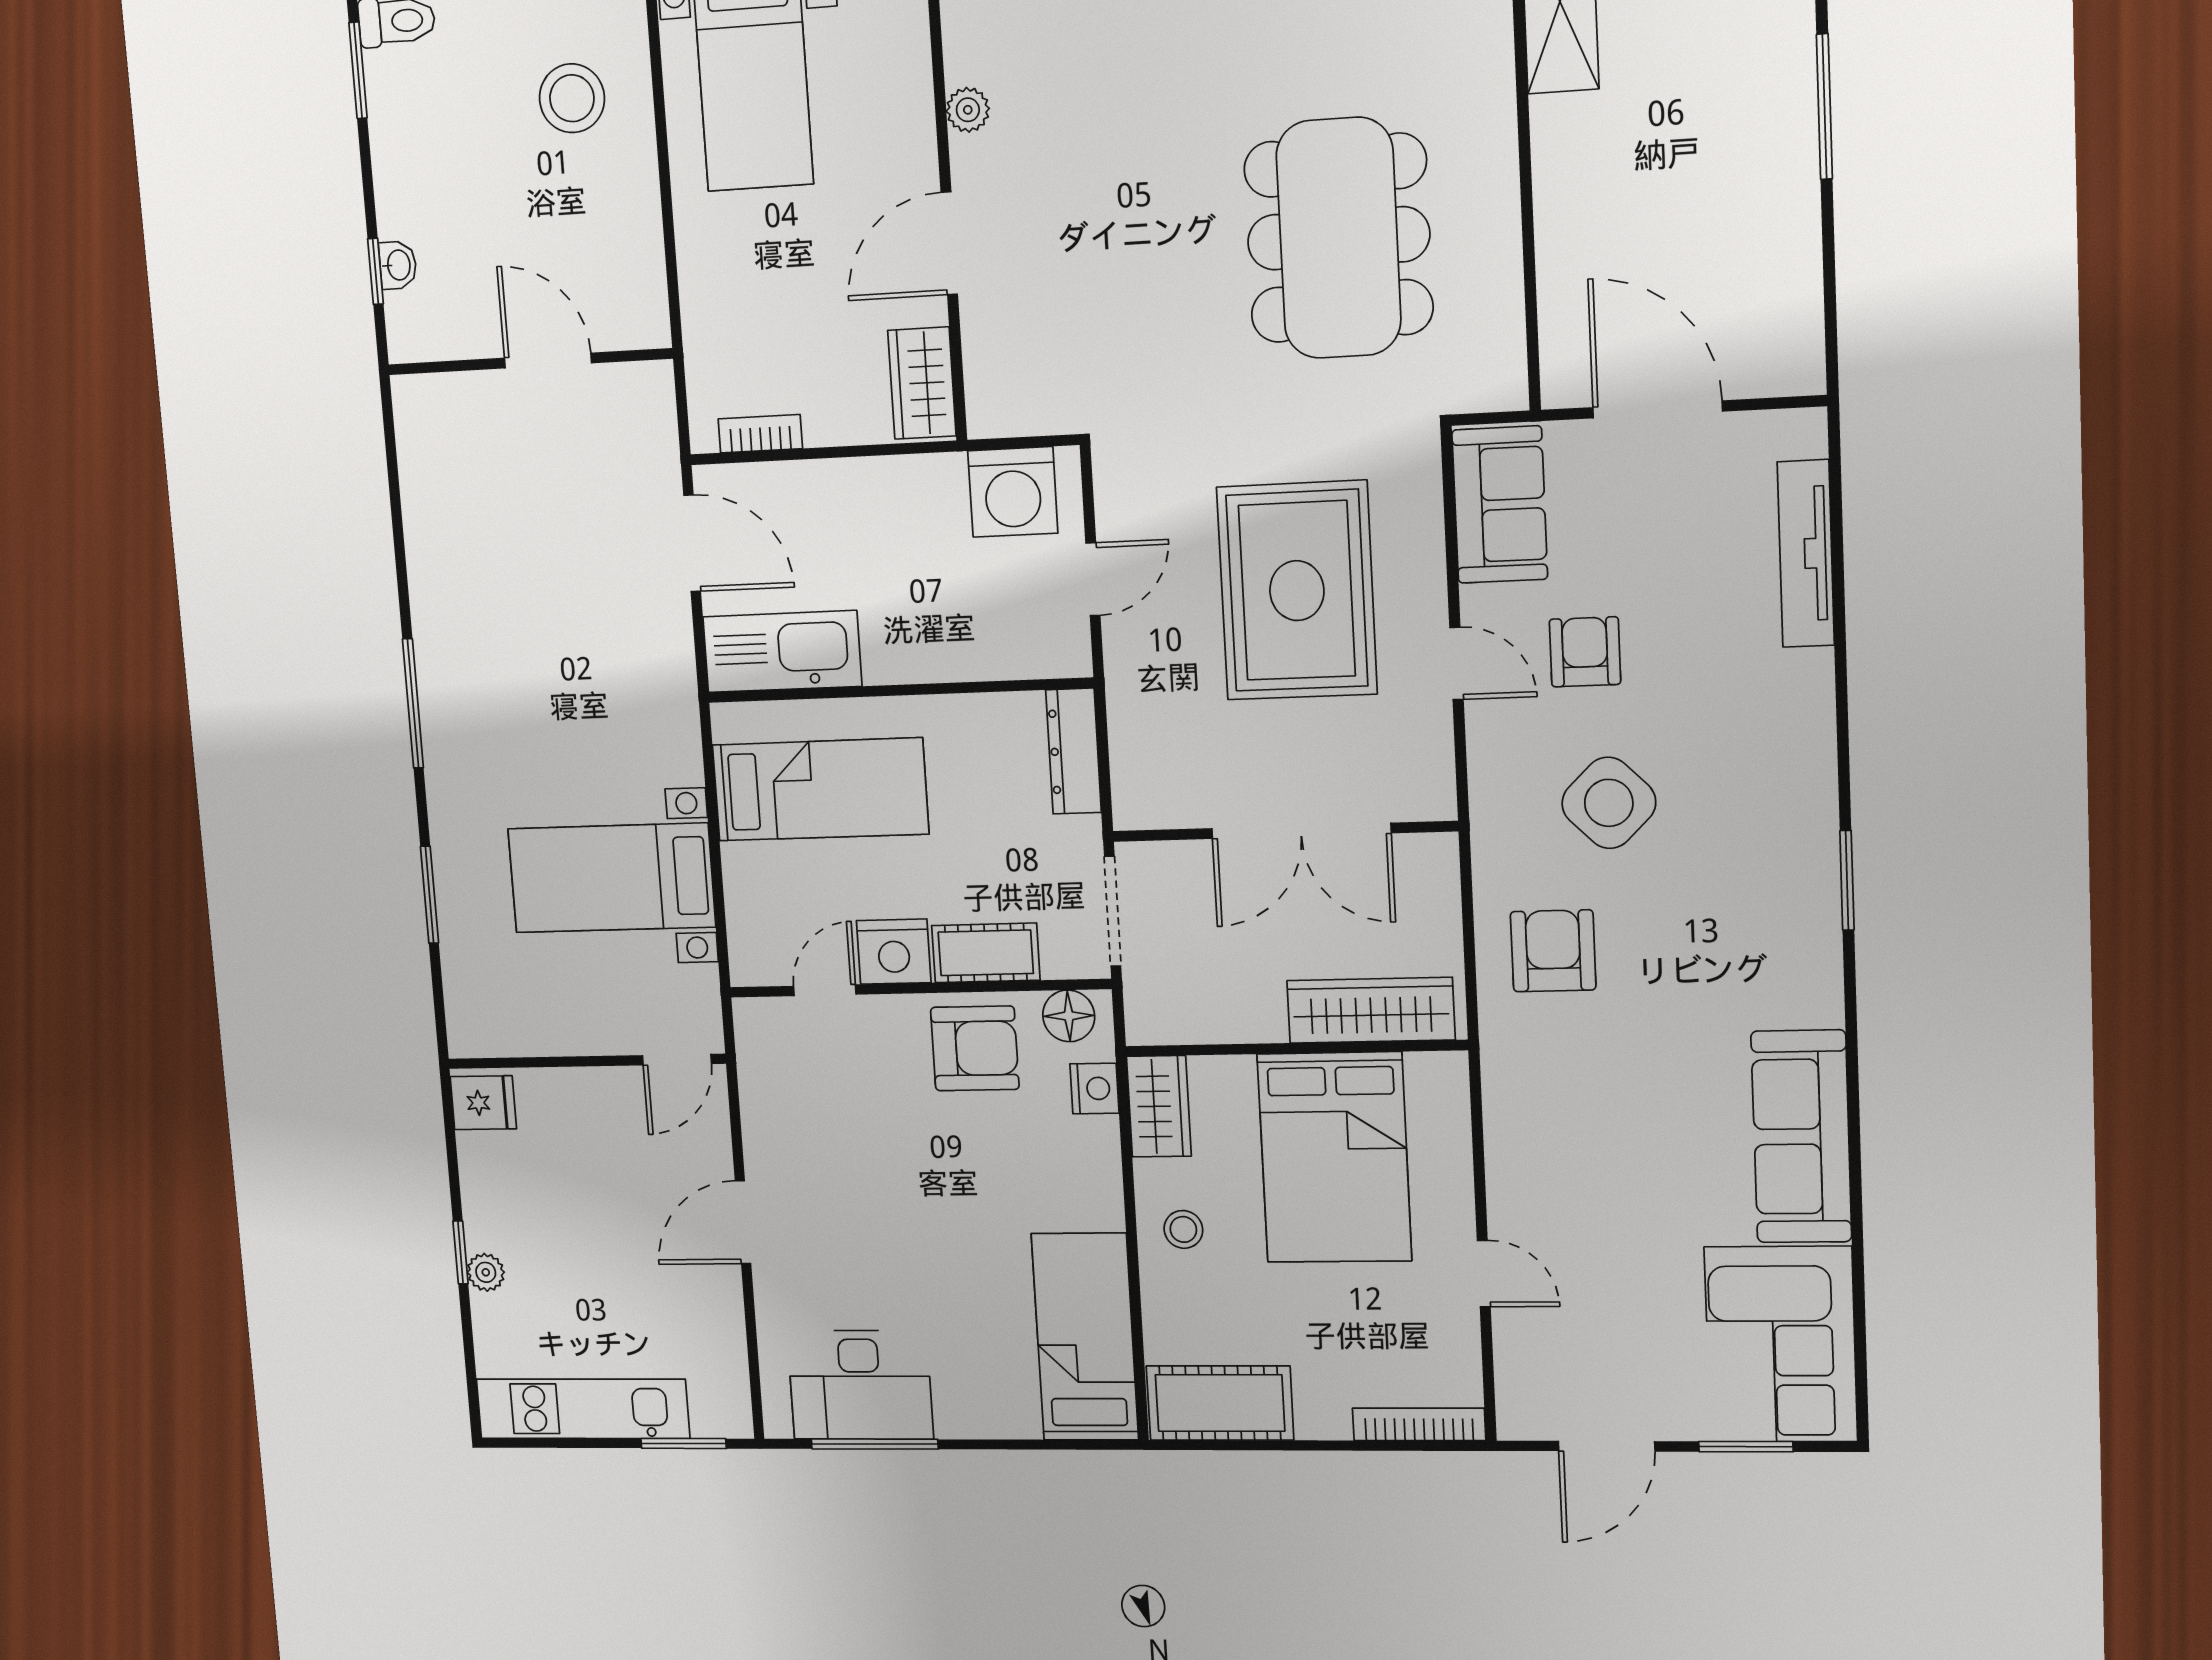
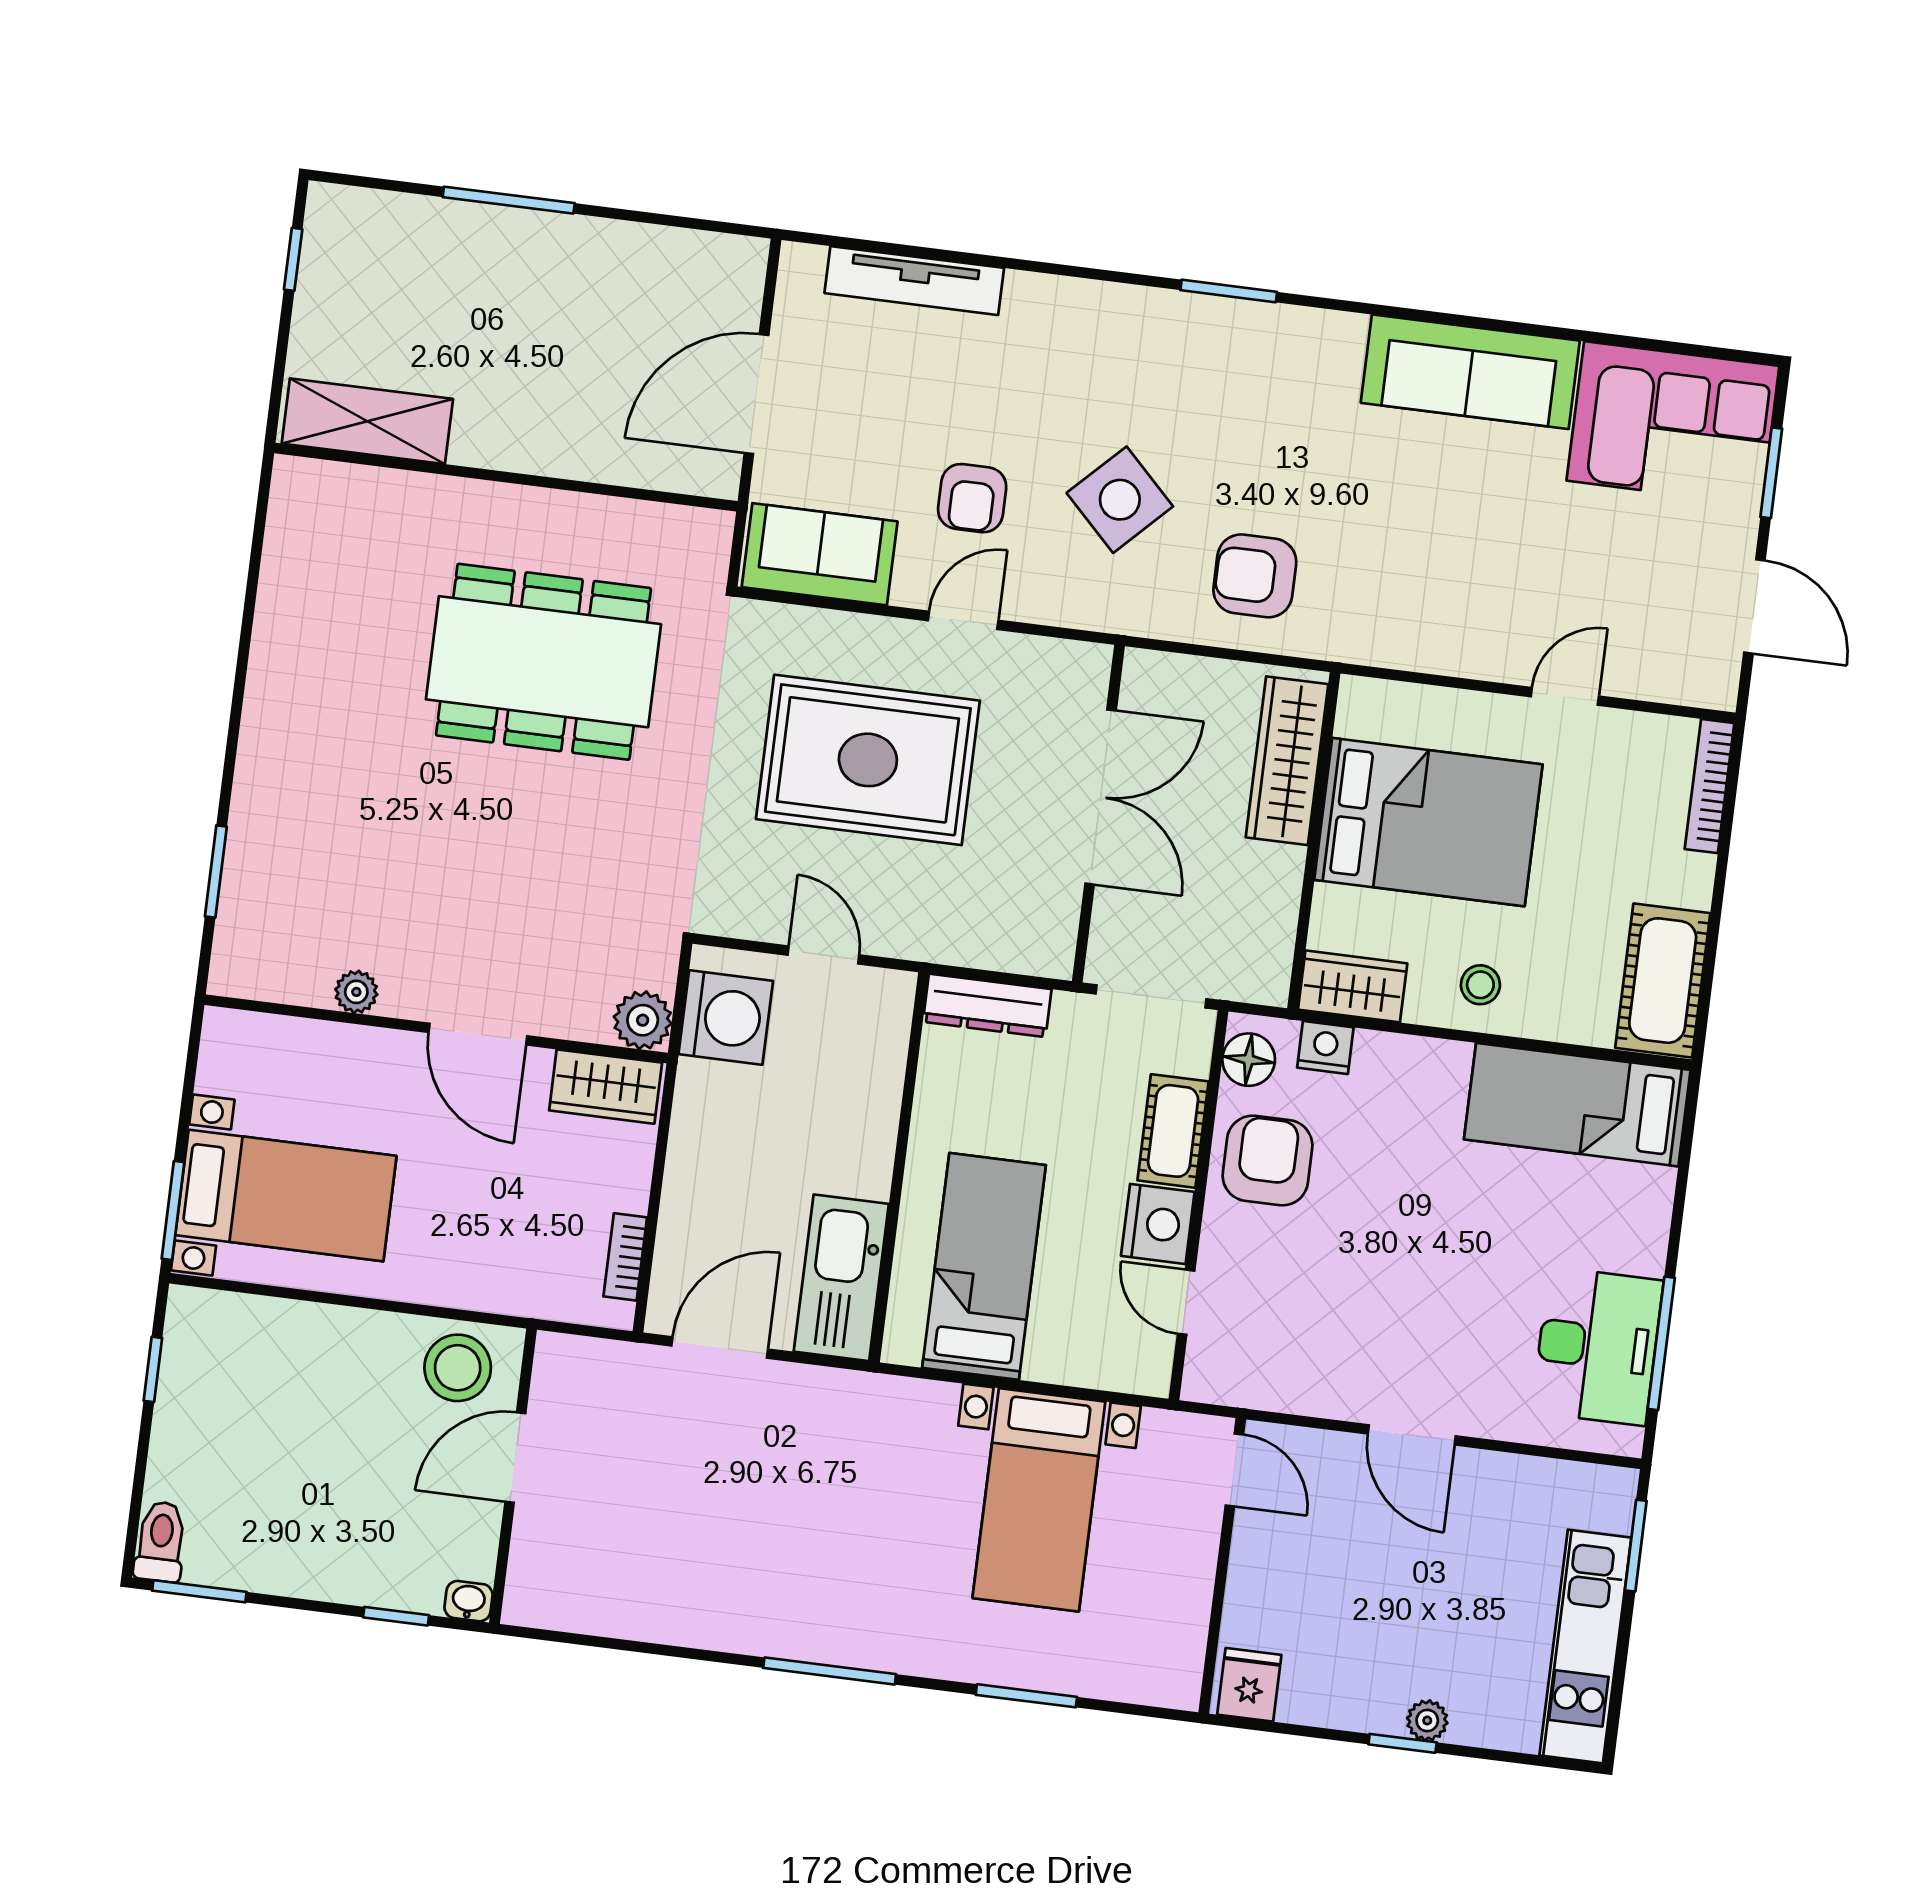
stool: (572, 98) -> (458, 1368), moved
washbasin: (398, 265) -> (469, 1601), moved
plant: (994, 408) -> (643, 1020), added
armchair: (1585, 652) -> (972, 498), turned -90

